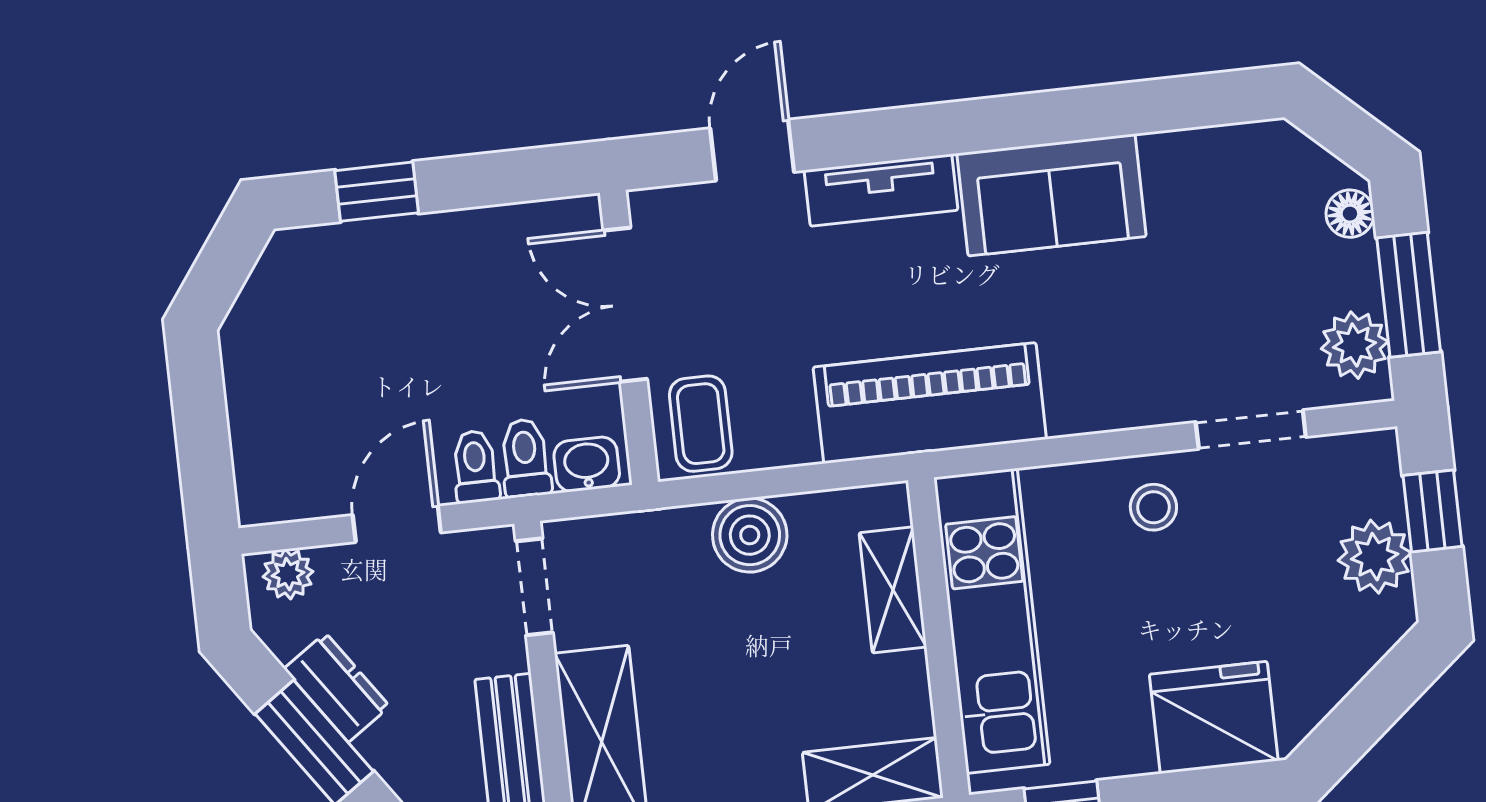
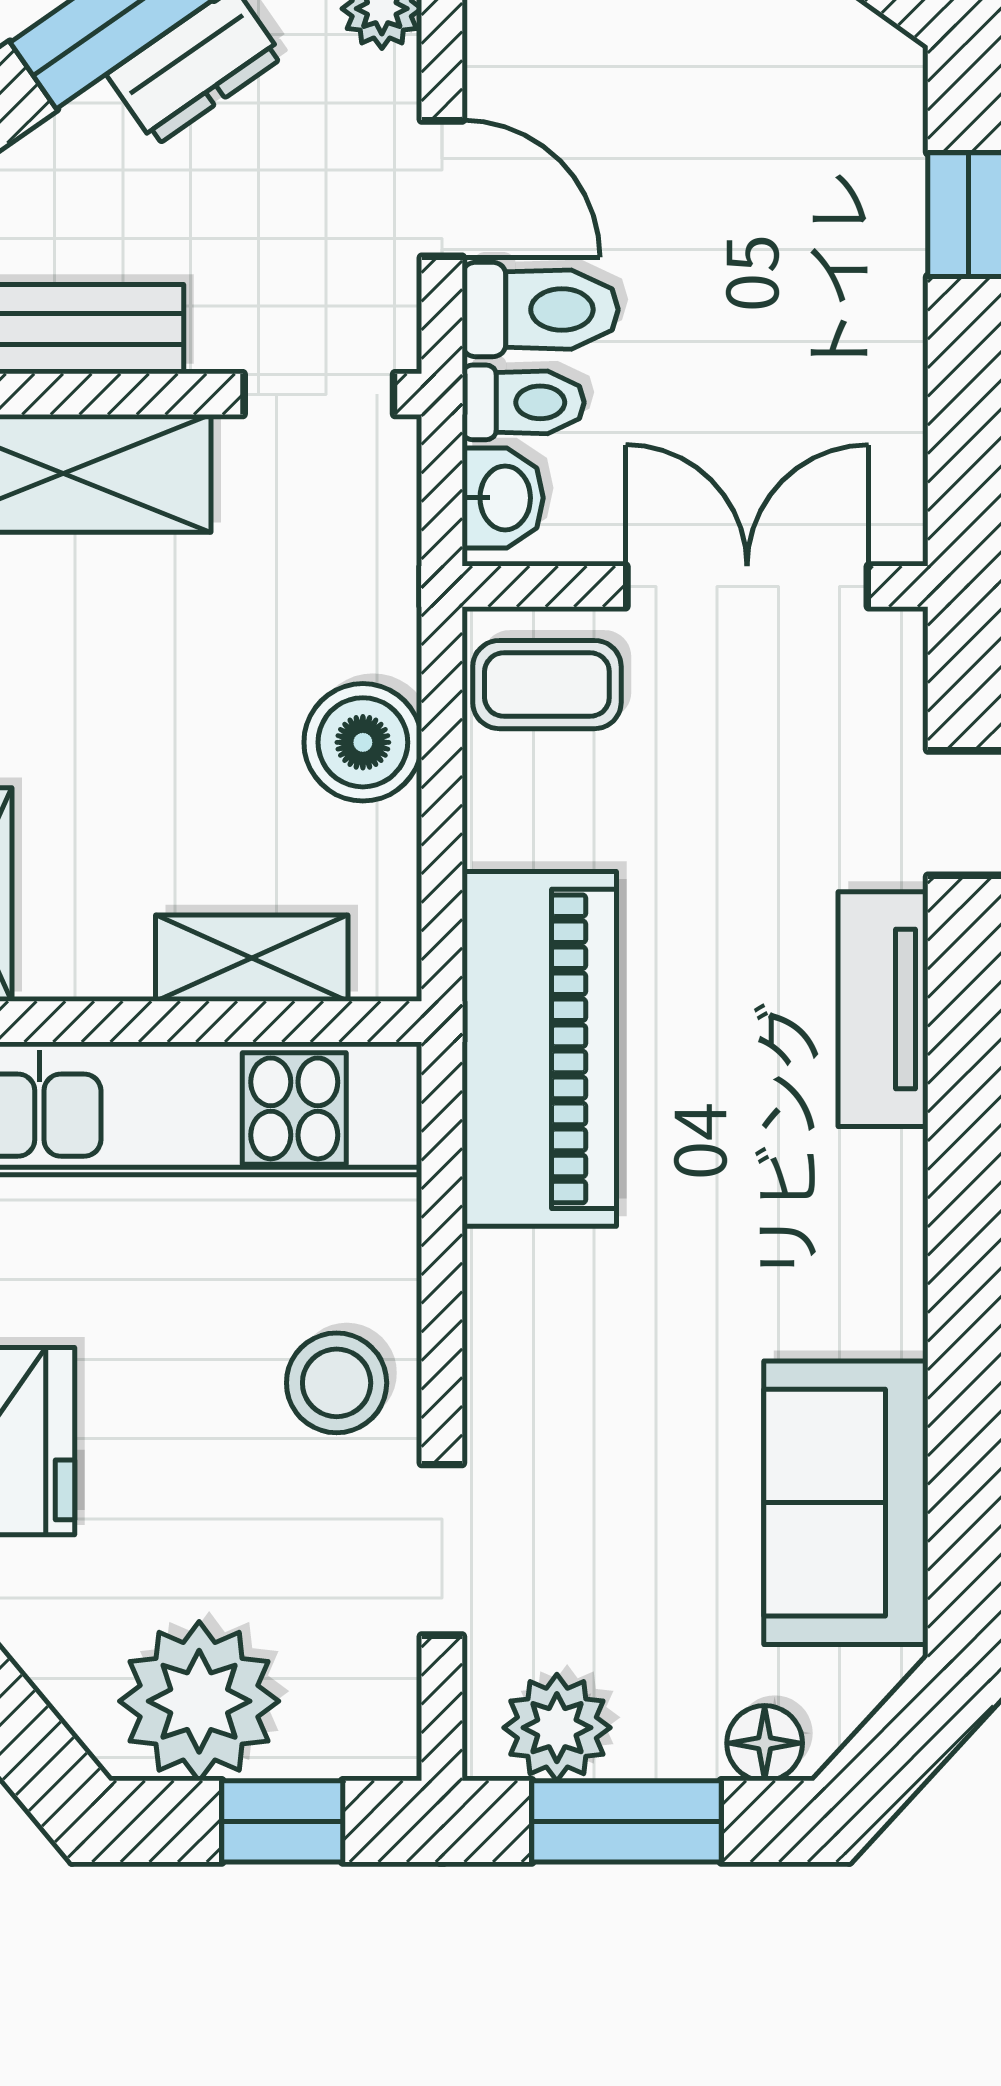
sofa: (1051, 195) -> (846, 1503), moved
toilet: (475, 467) -> (540, 310), width x1.37, depth x1.39
stool: (1153, 507) -> (337, 1383), width x1.37, depth x1.37
plant: (1375, 557) -> (199, 1701), width x1.36, depth x1.36

